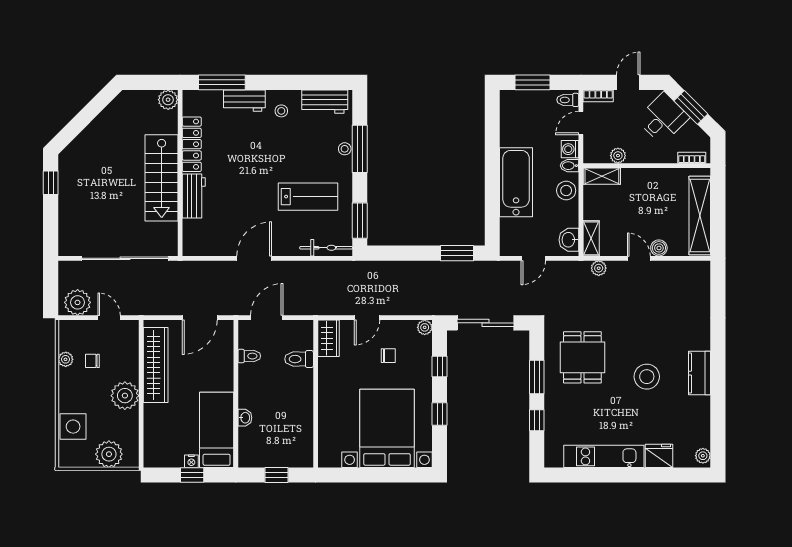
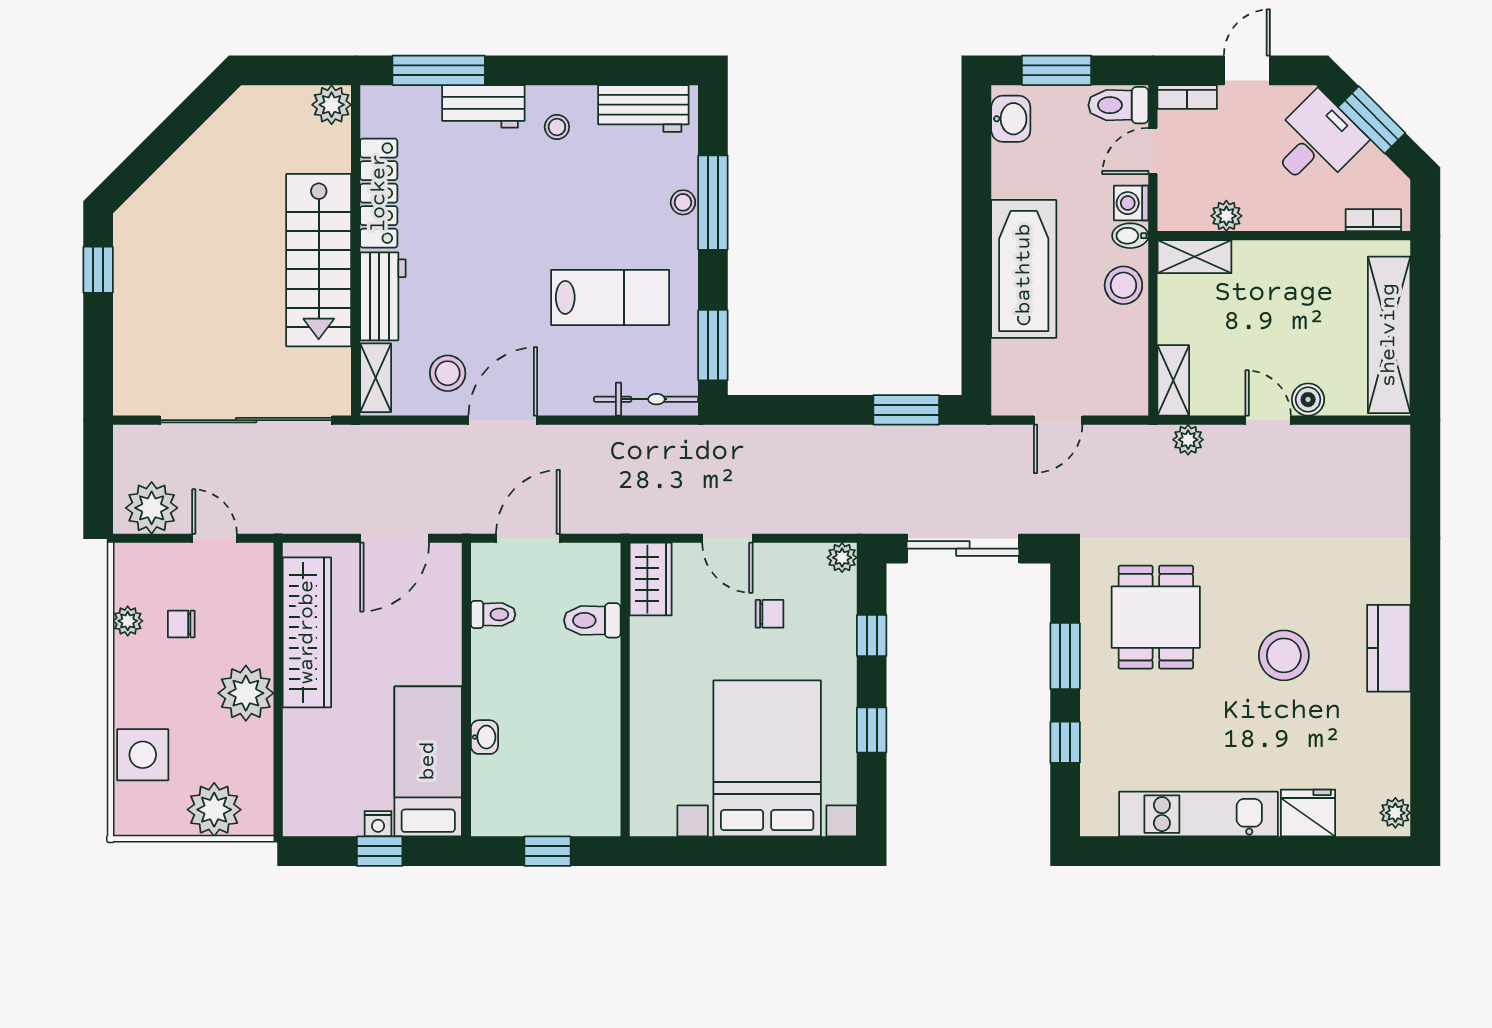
toilet: (568, 100) -> (1118, 105), width x1.37, depth x1.39
stool: (226, 235) -> (448, 373), added
shelving: (190, 237) -> (376, 378), added
washbasin: (569, 240) -> (1011, 119), moved, turned 180
door: (367, 318) -> (727, 538), hinge flipped

